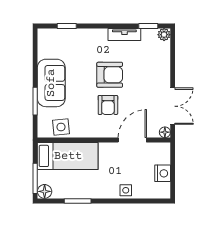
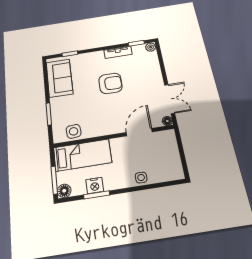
sofa: (51, 83) -> (59, 78), moved
armchair: (108, 105) -> (113, 107), removed
nightstand: (163, 173) -> (95, 185), moved, turned 90

